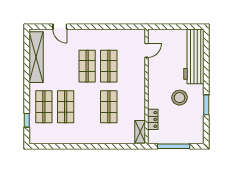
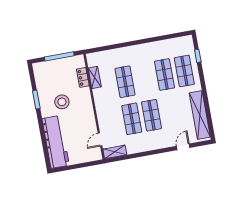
door: (60, 27) -> (183, 147), hinge flipped
shelving: (133, 34) -> (115, 152), added
shelving: (140, 132) -> (95, 77), moved

